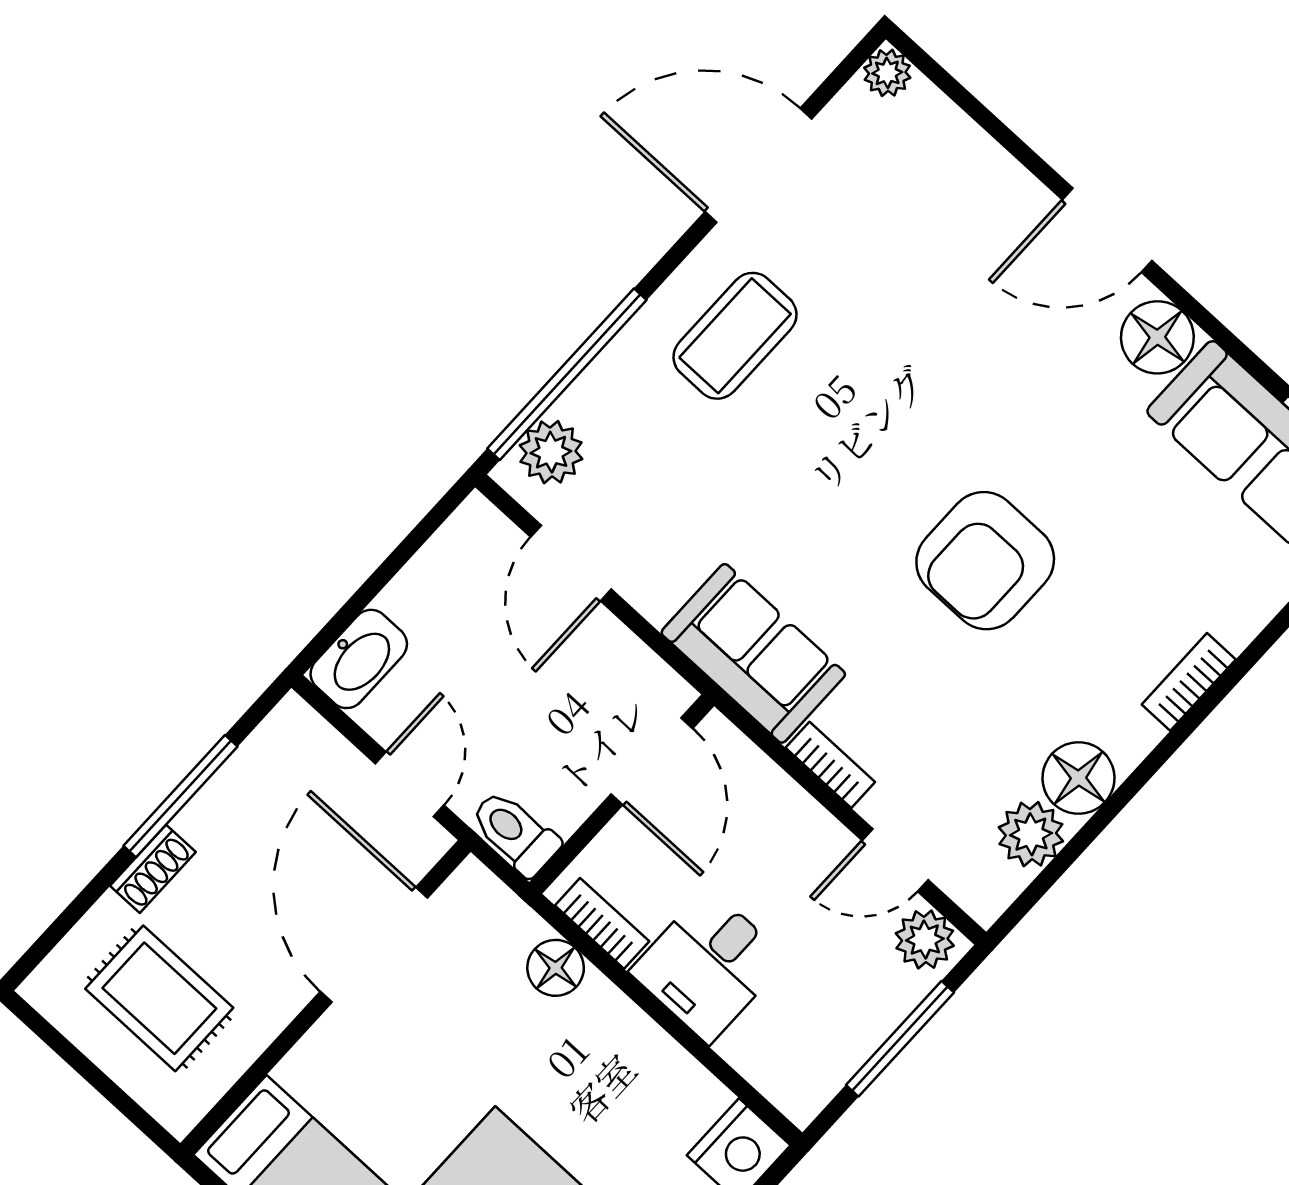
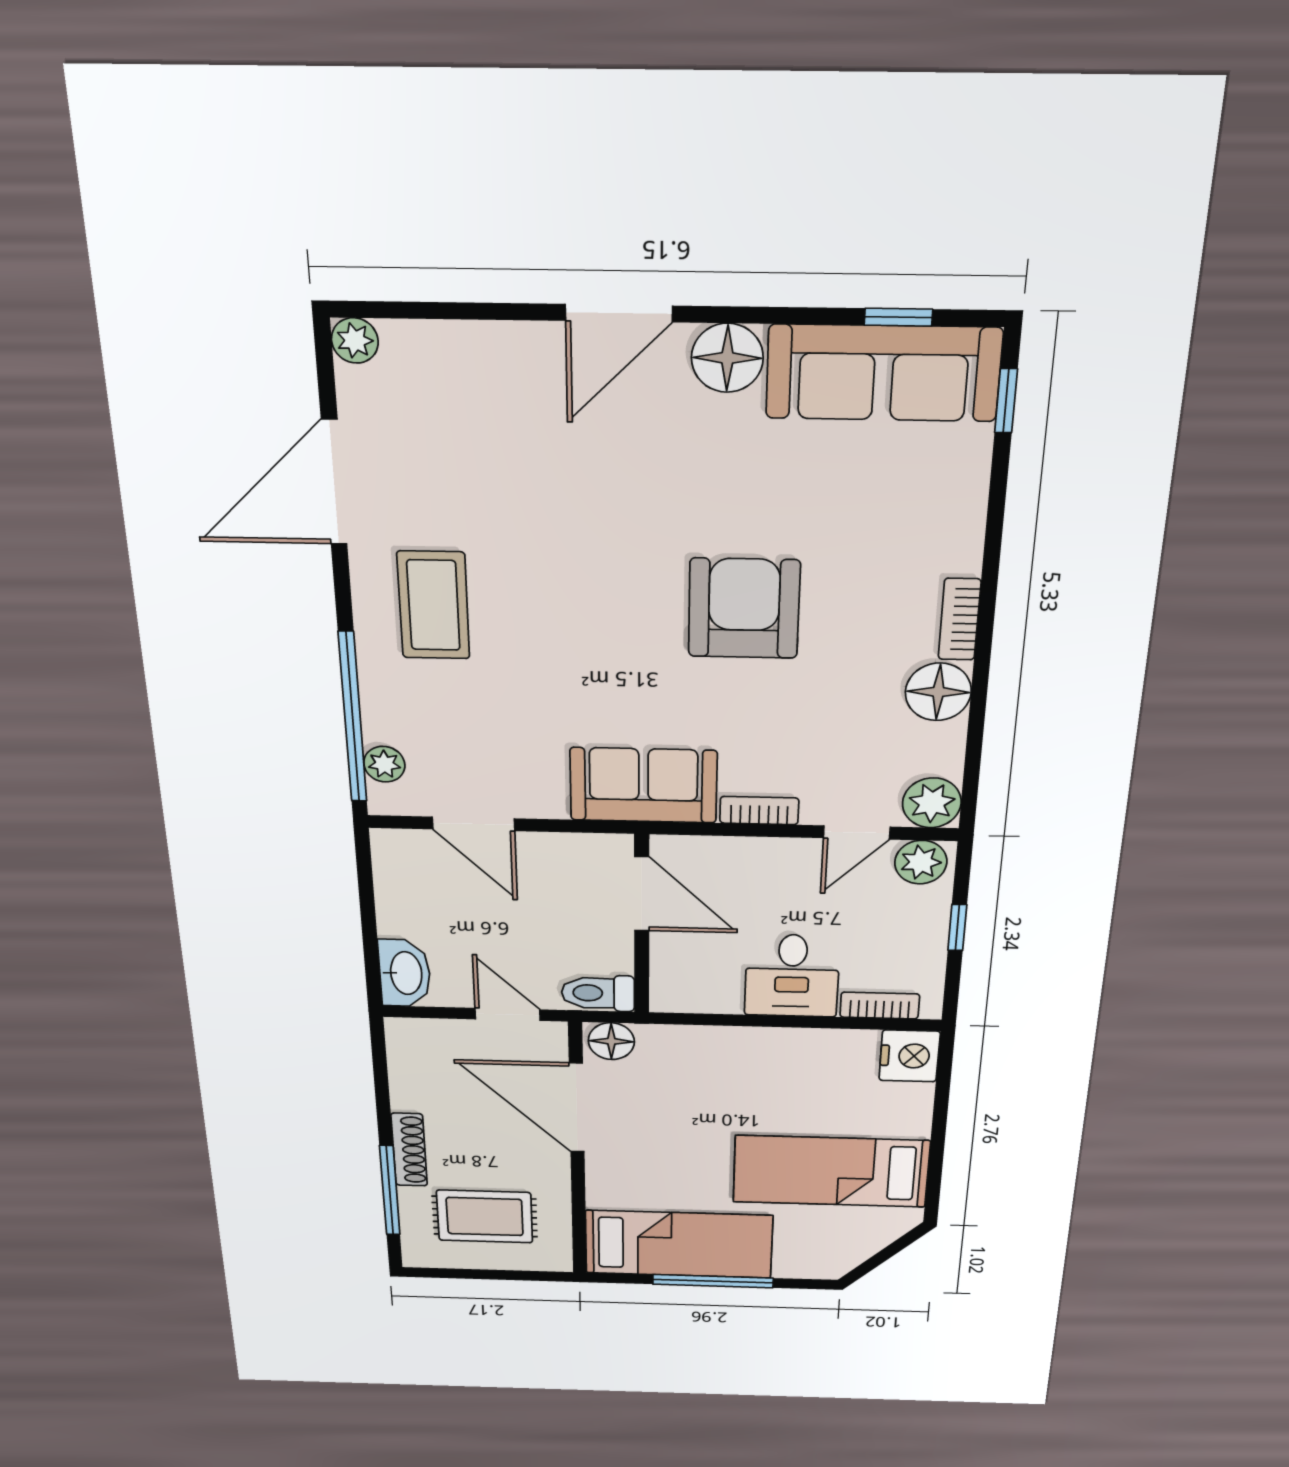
plant: (551, 452) -> (384, 764), width x0.73, depth x0.73
armchair: (985, 561) -> (744, 608), turned 180
bookcase: (1189, 682) -> (960, 619), moved
window: (180, 796) -> (390, 1190), moved
plant: (1031, 834) -> (932, 803), moved
shoe rack: (153, 869) -> (409, 1150), width x1.43
bookcase: (602, 923) -> (880, 1006), moved
floor lamp: (556, 968) -> (611, 1041), moved
window: (900, 1039) -> (957, 927), width x0.46

